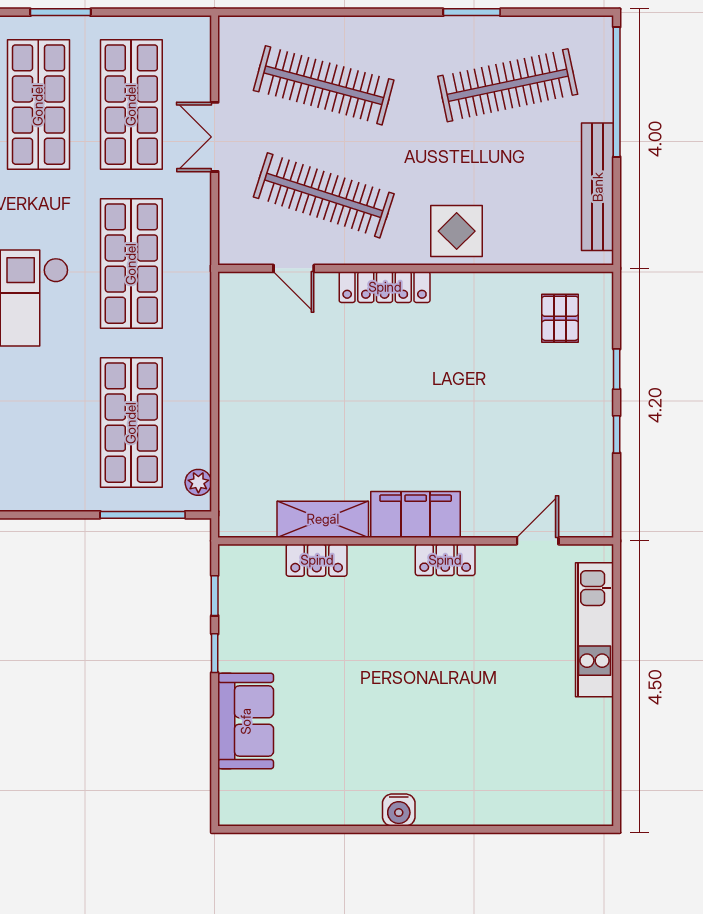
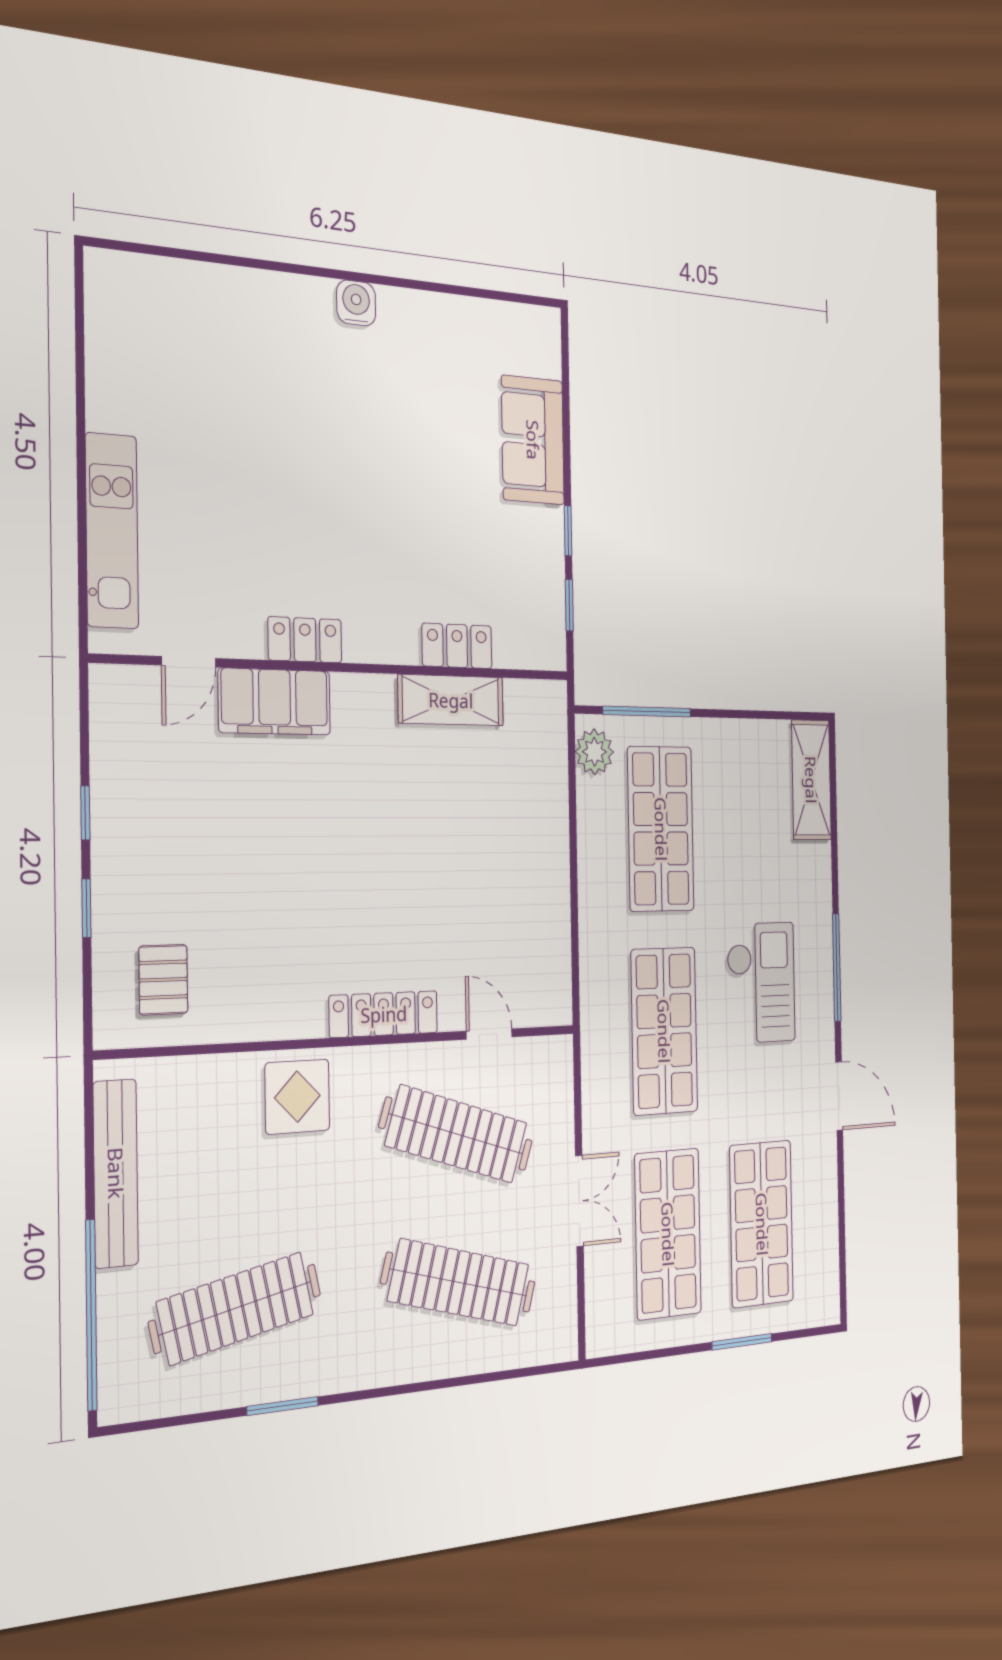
plant: (198, 482) -> (594, 752), width x1.38, depth x1.38
filing cabinet: (416, 514) -> (275, 702), moved

